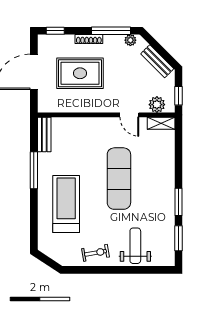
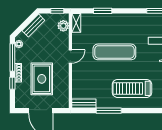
window: (55, 31) -> (12, 83), moved
door: (129, 115) -> (70, 56), moved
window: (179, 202) -> (103, 11), moved

